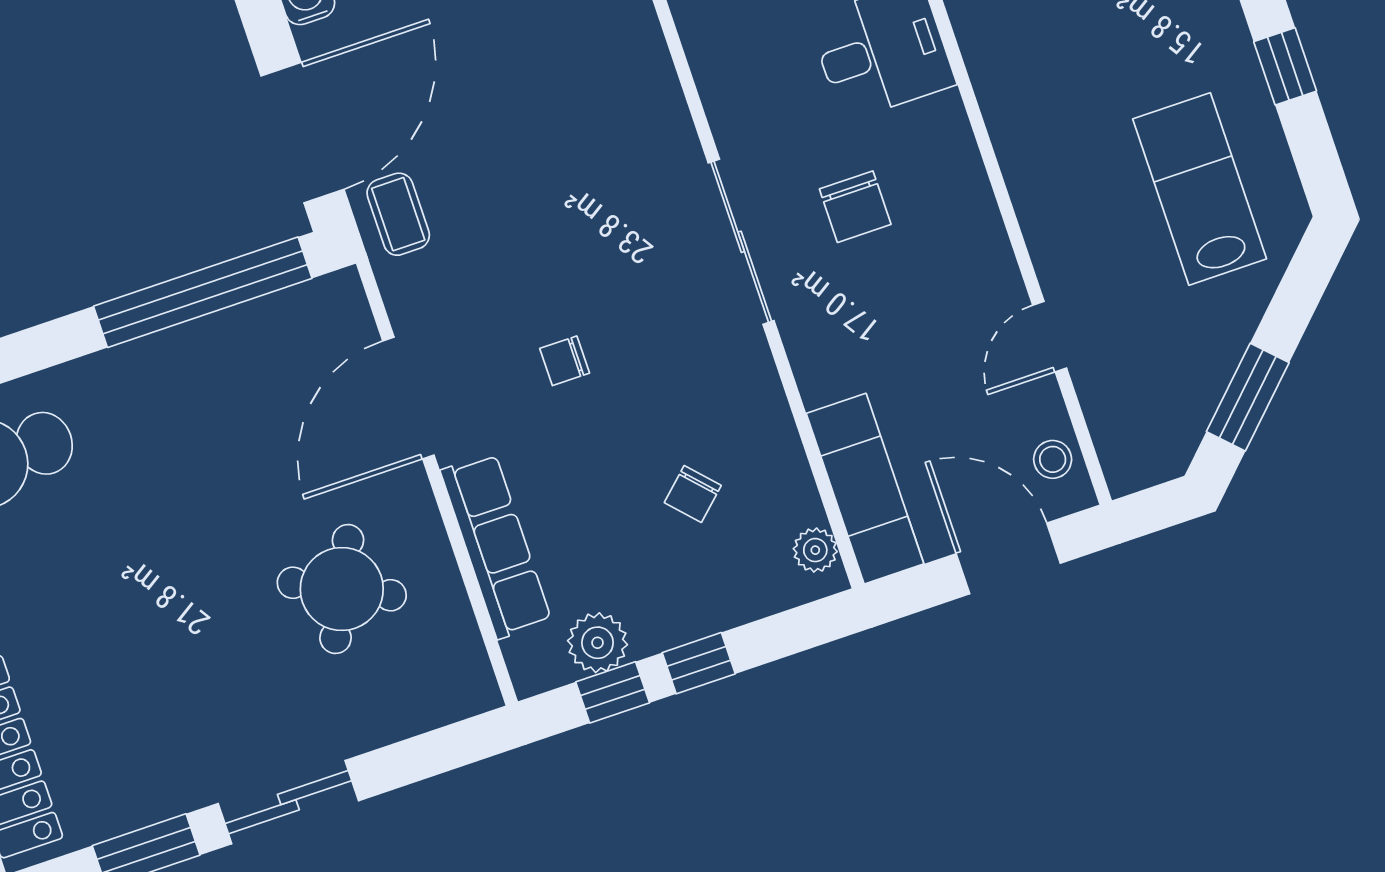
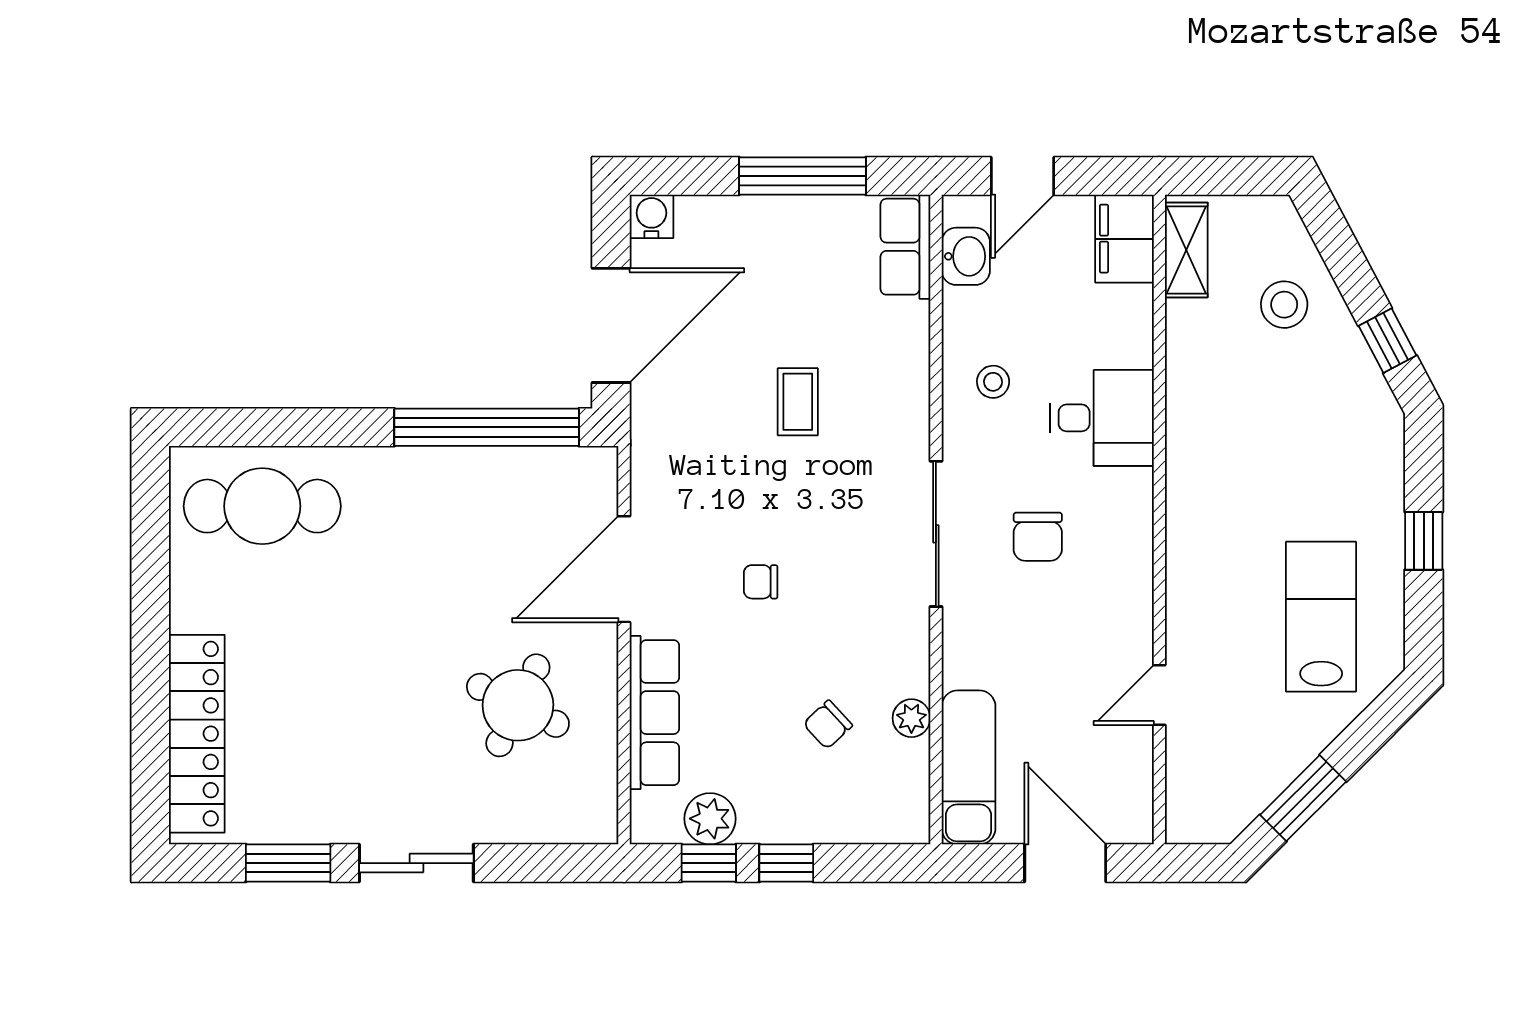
coffee table: (398, 214) -> (798, 402), moved
stool: (1053, 459) -> (993, 382), moved
plant: (815, 550) -> (911, 718), moved

